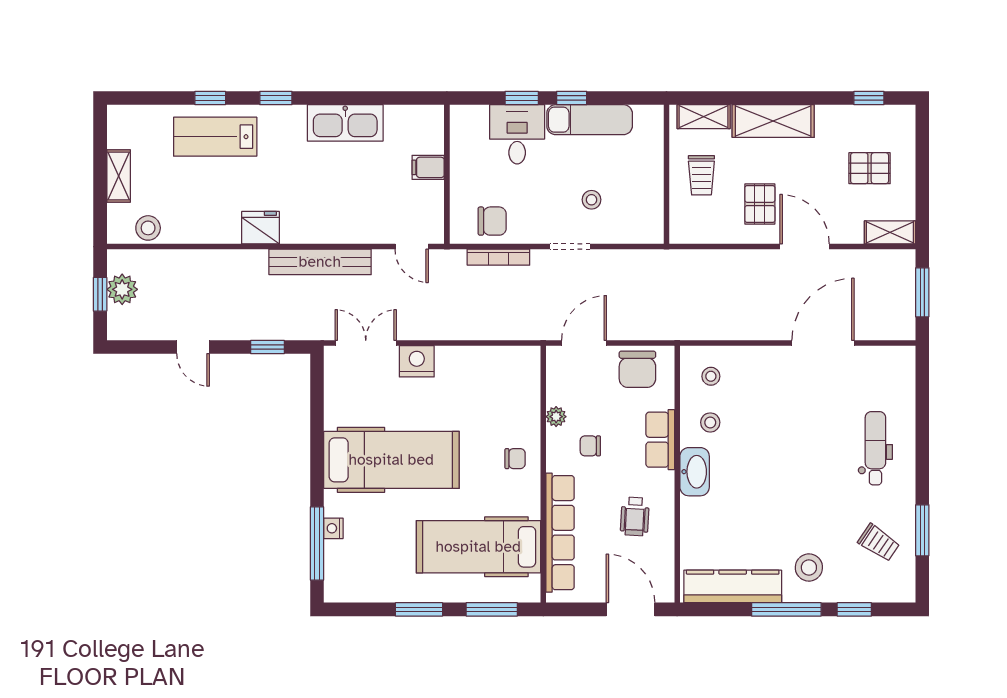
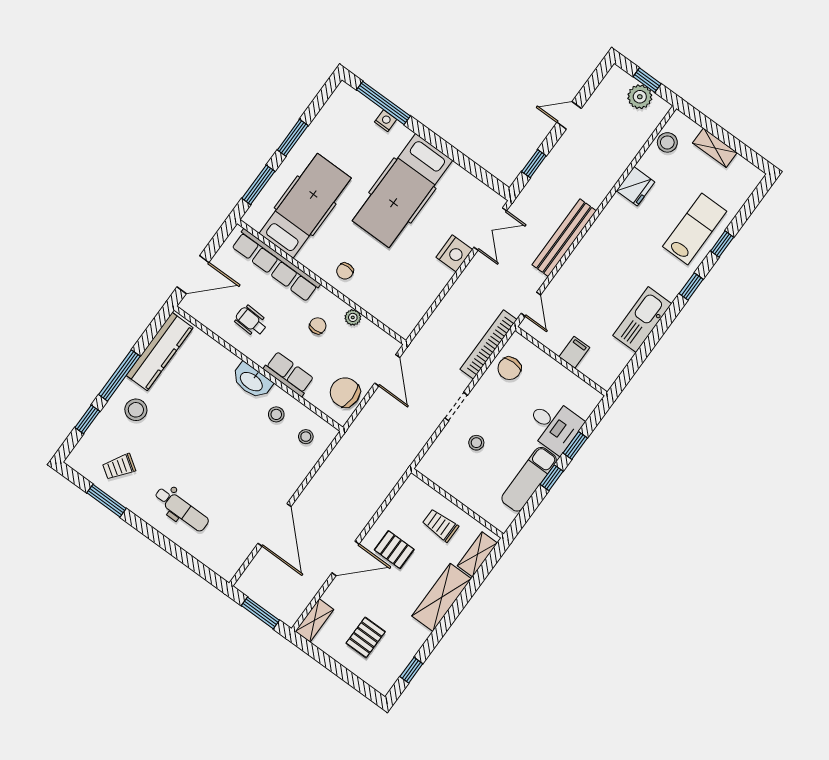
fridge: (261, 228) -> (636, 186), moved
door: (412, 247) -> (531, 304), swing flipped
bookcase: (498, 257) -> (489, 344), width x1.48, depth x1.31

